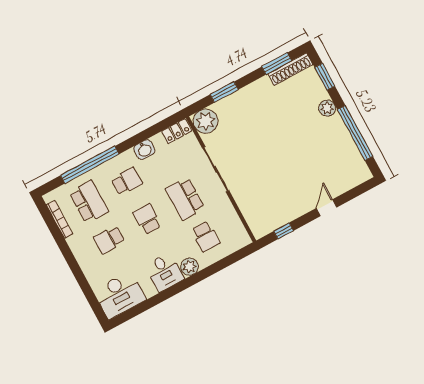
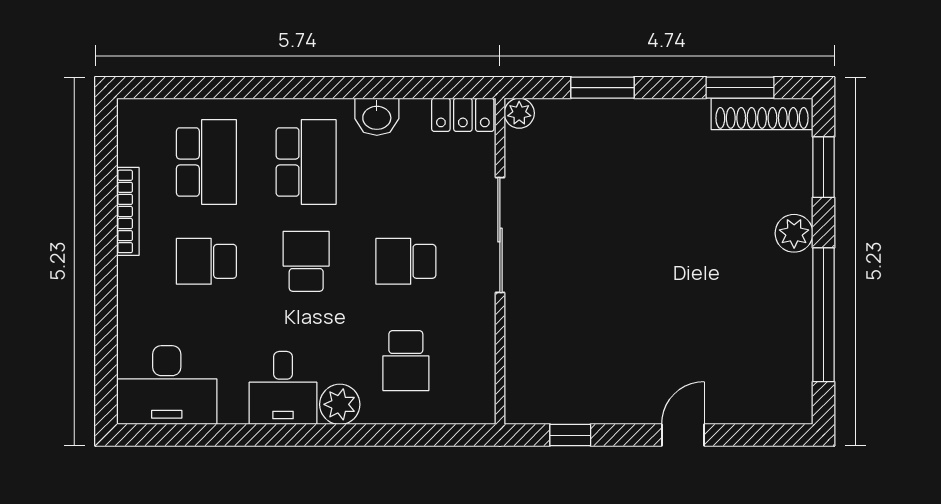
plant: (206, 121) -> (519, 113), width x0.53, depth x0.53
window: (90, 165) -> (249, 88), removed
school desk: (127, 181) -> (306, 162), width x1.85
school desk: (185, 199) -> (406, 261), width x0.54
bookcase: (60, 219) -> (128, 211), moved

